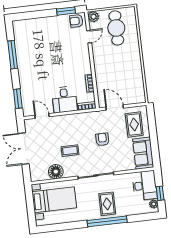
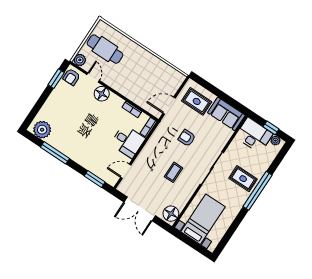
plant: (21, 32) -> (42, 130), added
floor lamp: (83, 52) -> (102, 94), added
floor lamp: (56, 172) -> (171, 214), moved

